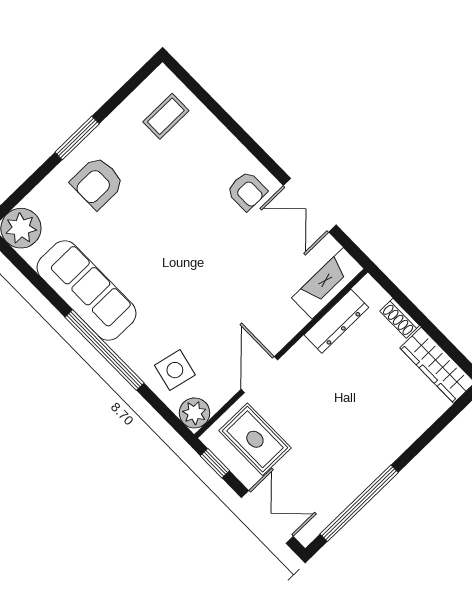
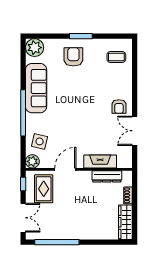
armchair: (97, 183) -> (73, 57), turned 90
fireplace: (328, 283) -> (100, 162), moved

